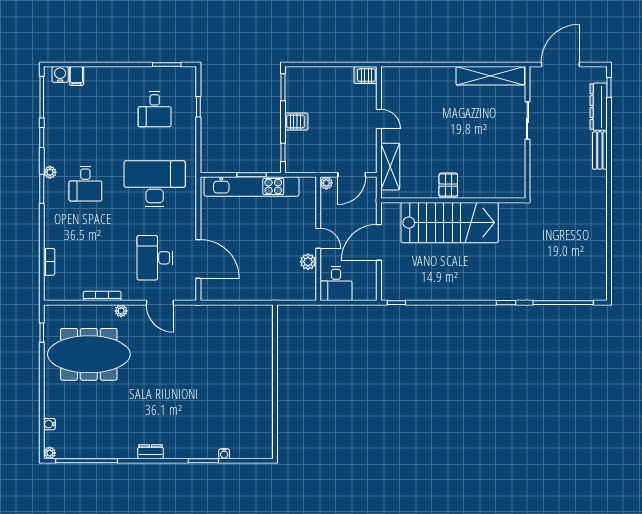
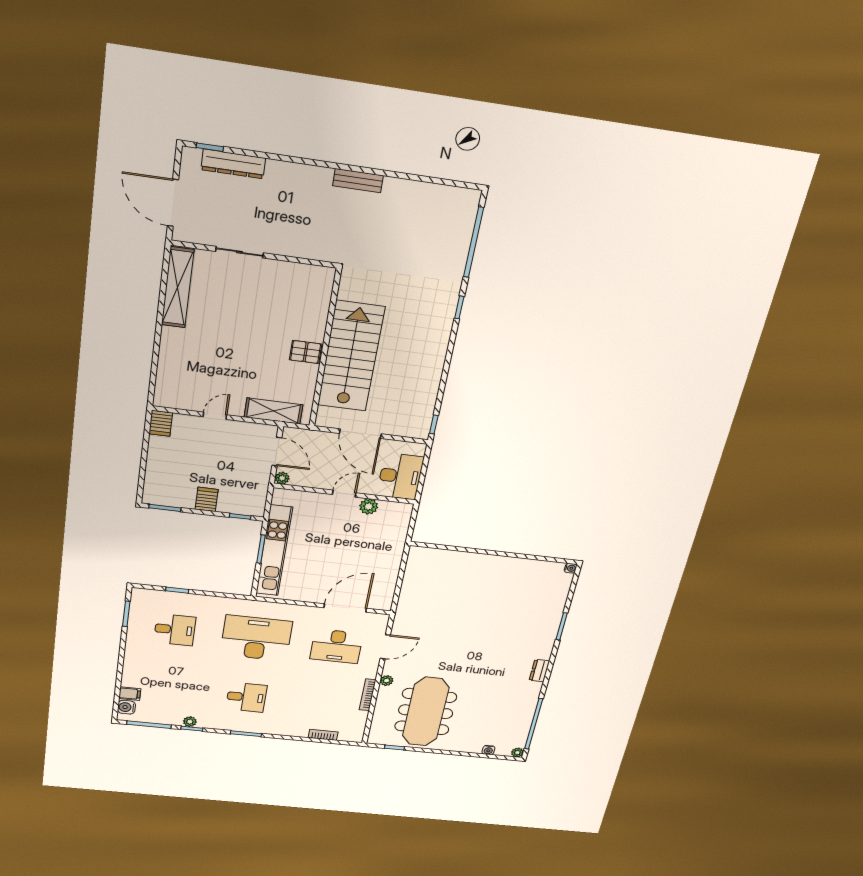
bench: (600, 151) -> (358, 181), moved
plant: (50, 172) -> (190, 722), moved
desk: (155, 184) -> (256, 638), turned 90
desk: (336, 284) -> (400, 476), width x1.37
water cooler: (224, 454) -> (571, 568), moved

